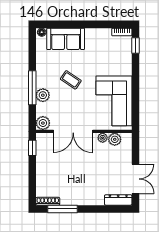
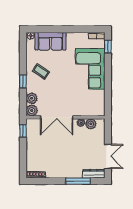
coffee table: (71, 80) -> (41, 71), moved
window: (32, 88) -> (23, 81), width x0.46
plant: (43, 95) -> (32, 98), moved
corner sofa: (114, 101) -> (90, 69), moved
window: (63, 209) -> (78, 181), moved

